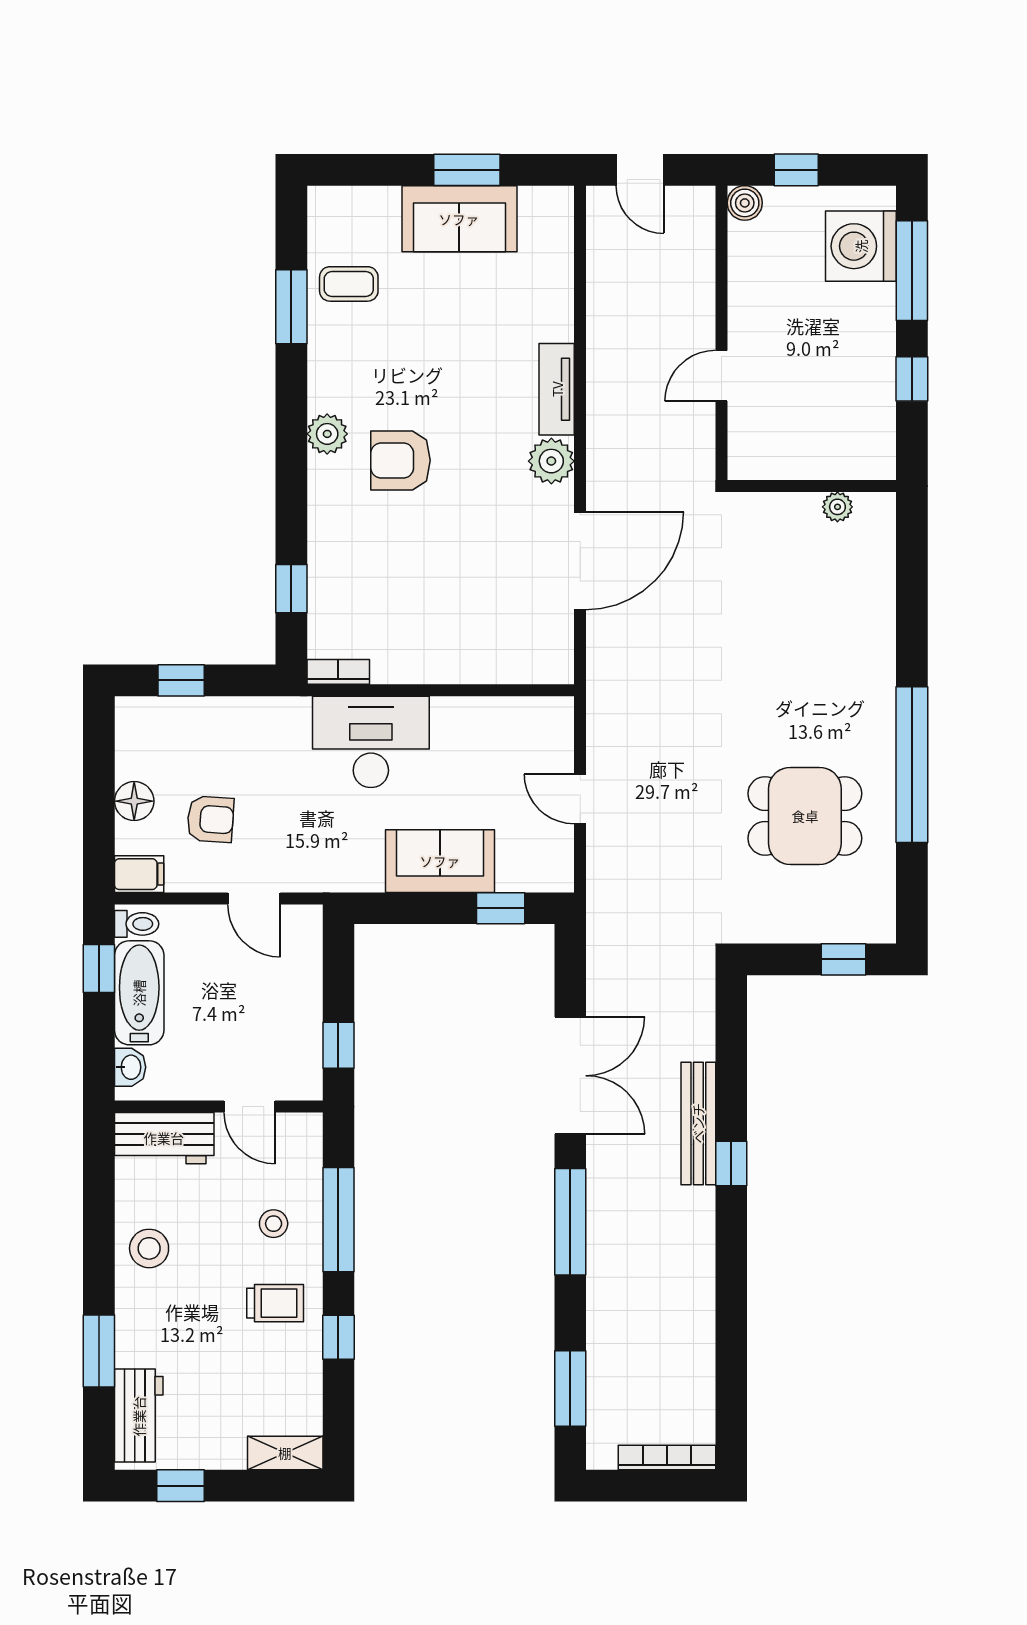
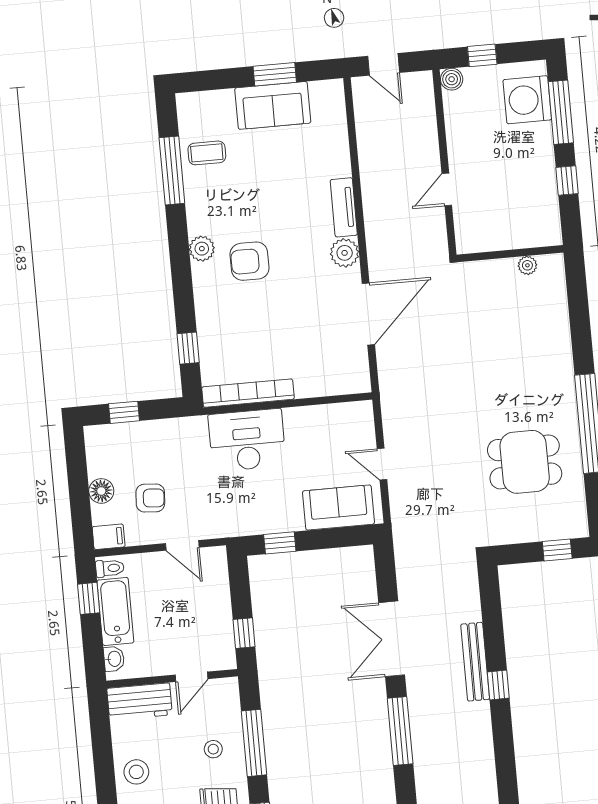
window: (291, 307) -> (172, 171), width x1.44
bookcase: (338, 672) -> (248, 393), width x2.31, depth x1.31
sofa: (440, 861) -> (338, 508), moved
window: (501, 908) -> (280, 543), moved
double door: (570, 1076) -> (392, 639), swing flipped
door: (250, 1107) -> (192, 677), hinge flipped

